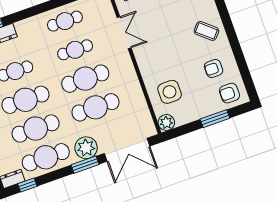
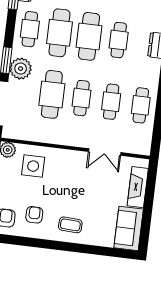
coffee table: (206, 31) -> (70, 225), turned 52
cafe table: (85, 79) -> (81, 98), width x0.73, depth x0.74
cafe table: (46, 157) -> (30, 29), width x0.73, depth x0.74

